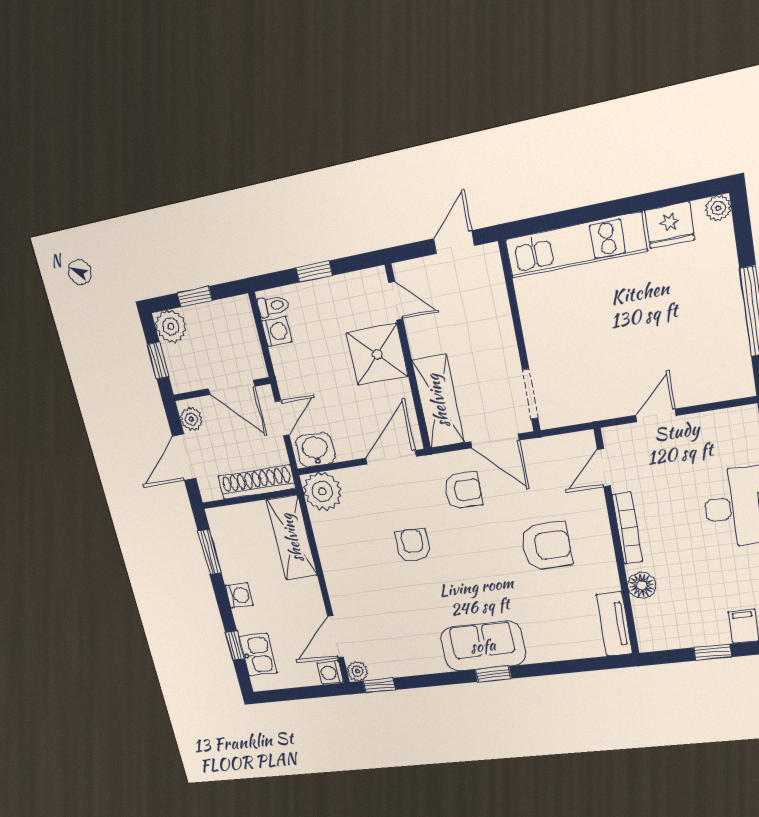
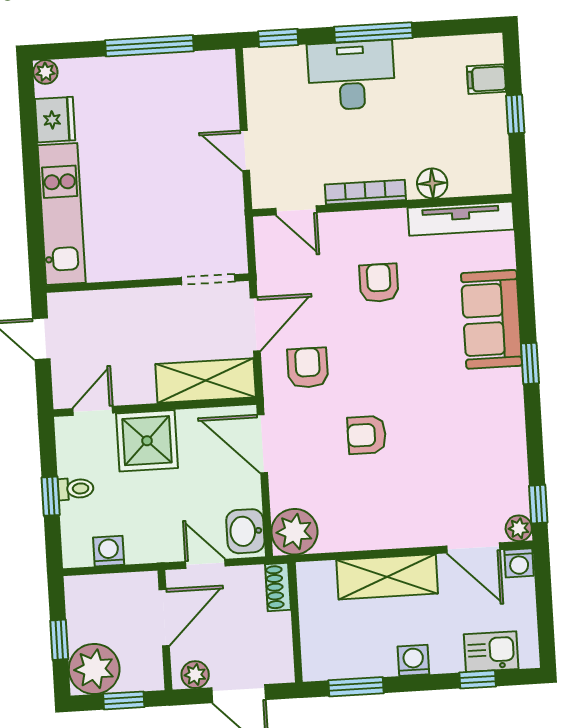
toilet: (273, 306) -> (76, 489), moved, turned 90
plant: (171, 326) -> (94, 669), width x1.36, depth x1.36
shoe rack: (257, 482) -> (278, 587), width x0.51, depth x0.81
shelving: (292, 538) -> (387, 577), moved
armchair: (546, 546) -> (379, 283), width x0.72, depth x0.72
tv unit: (614, 624) -> (461, 219), width x1.41
sofa: (483, 646) -> (491, 319), moved

